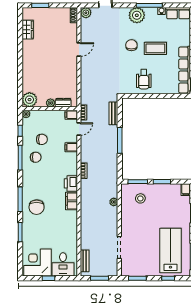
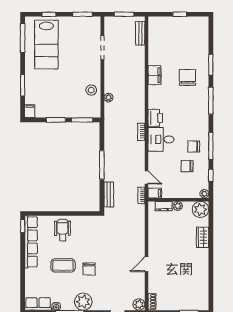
wardrobe: (28, 30) -> (203, 237), moved
wheelchair: (144, 79) -> (63, 230), moved
door: (79, 129) -> (146, 177), swing flipped
filing cabinet: (71, 147) -> (155, 157), removed
stool: (140, 198) -> (91, 90), moved
filing cabinet: (72, 201) -> (154, 75), moved
chair: (37, 207) -> (187, 77), moved
corner desk: (38, 263) -> (192, 31), removed
desk: (63, 264) -> (161, 139), moved, turned -90

